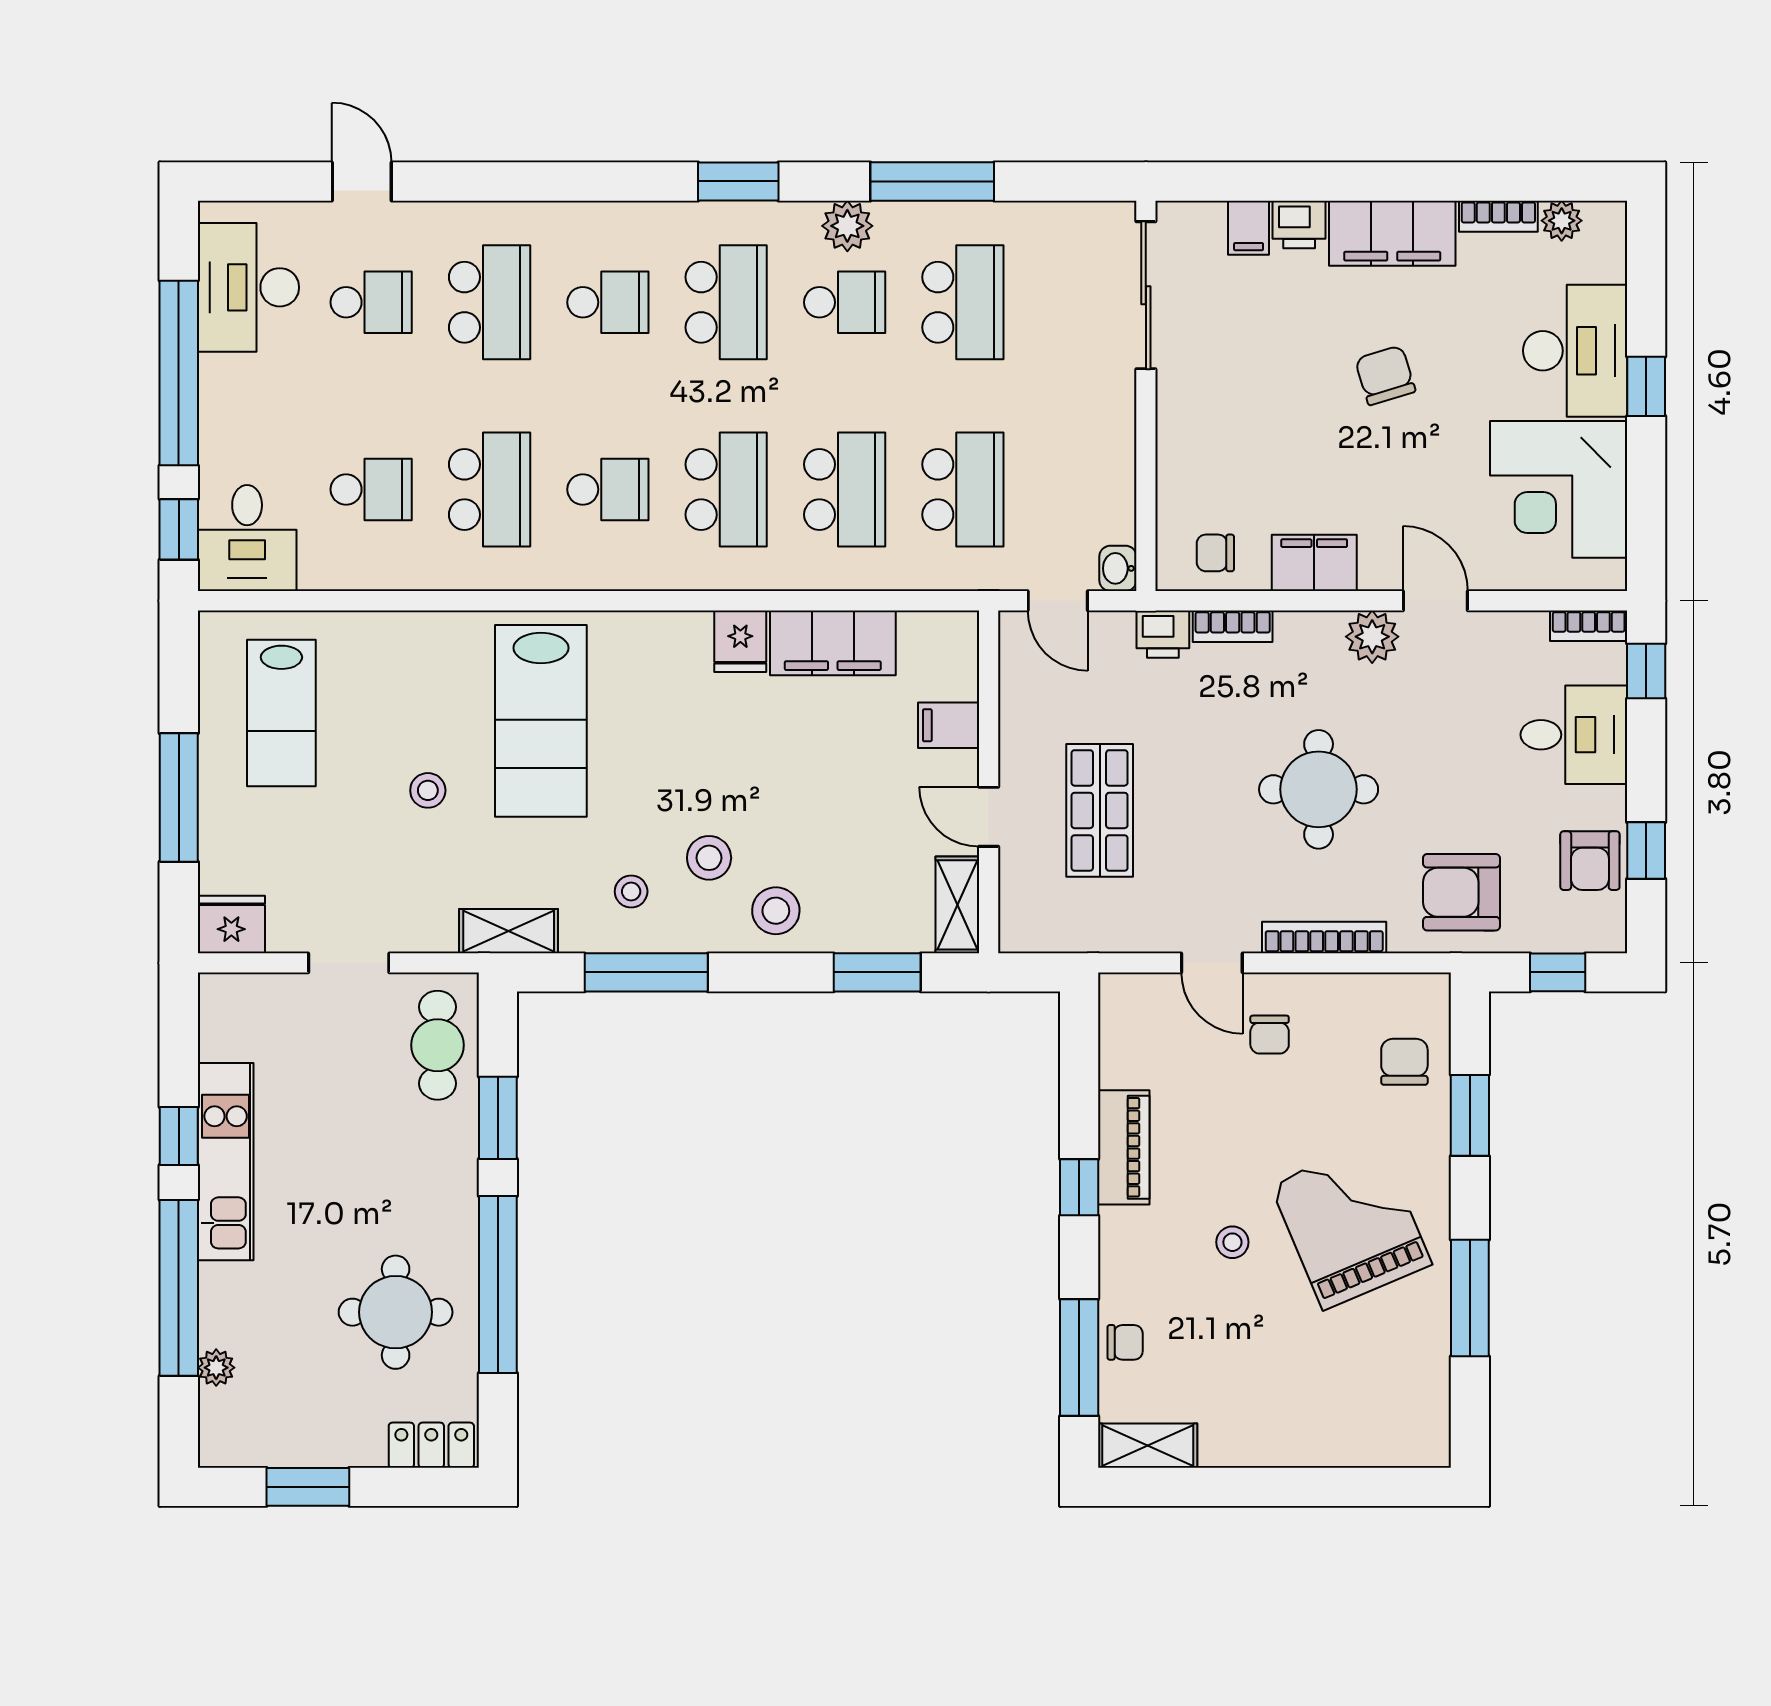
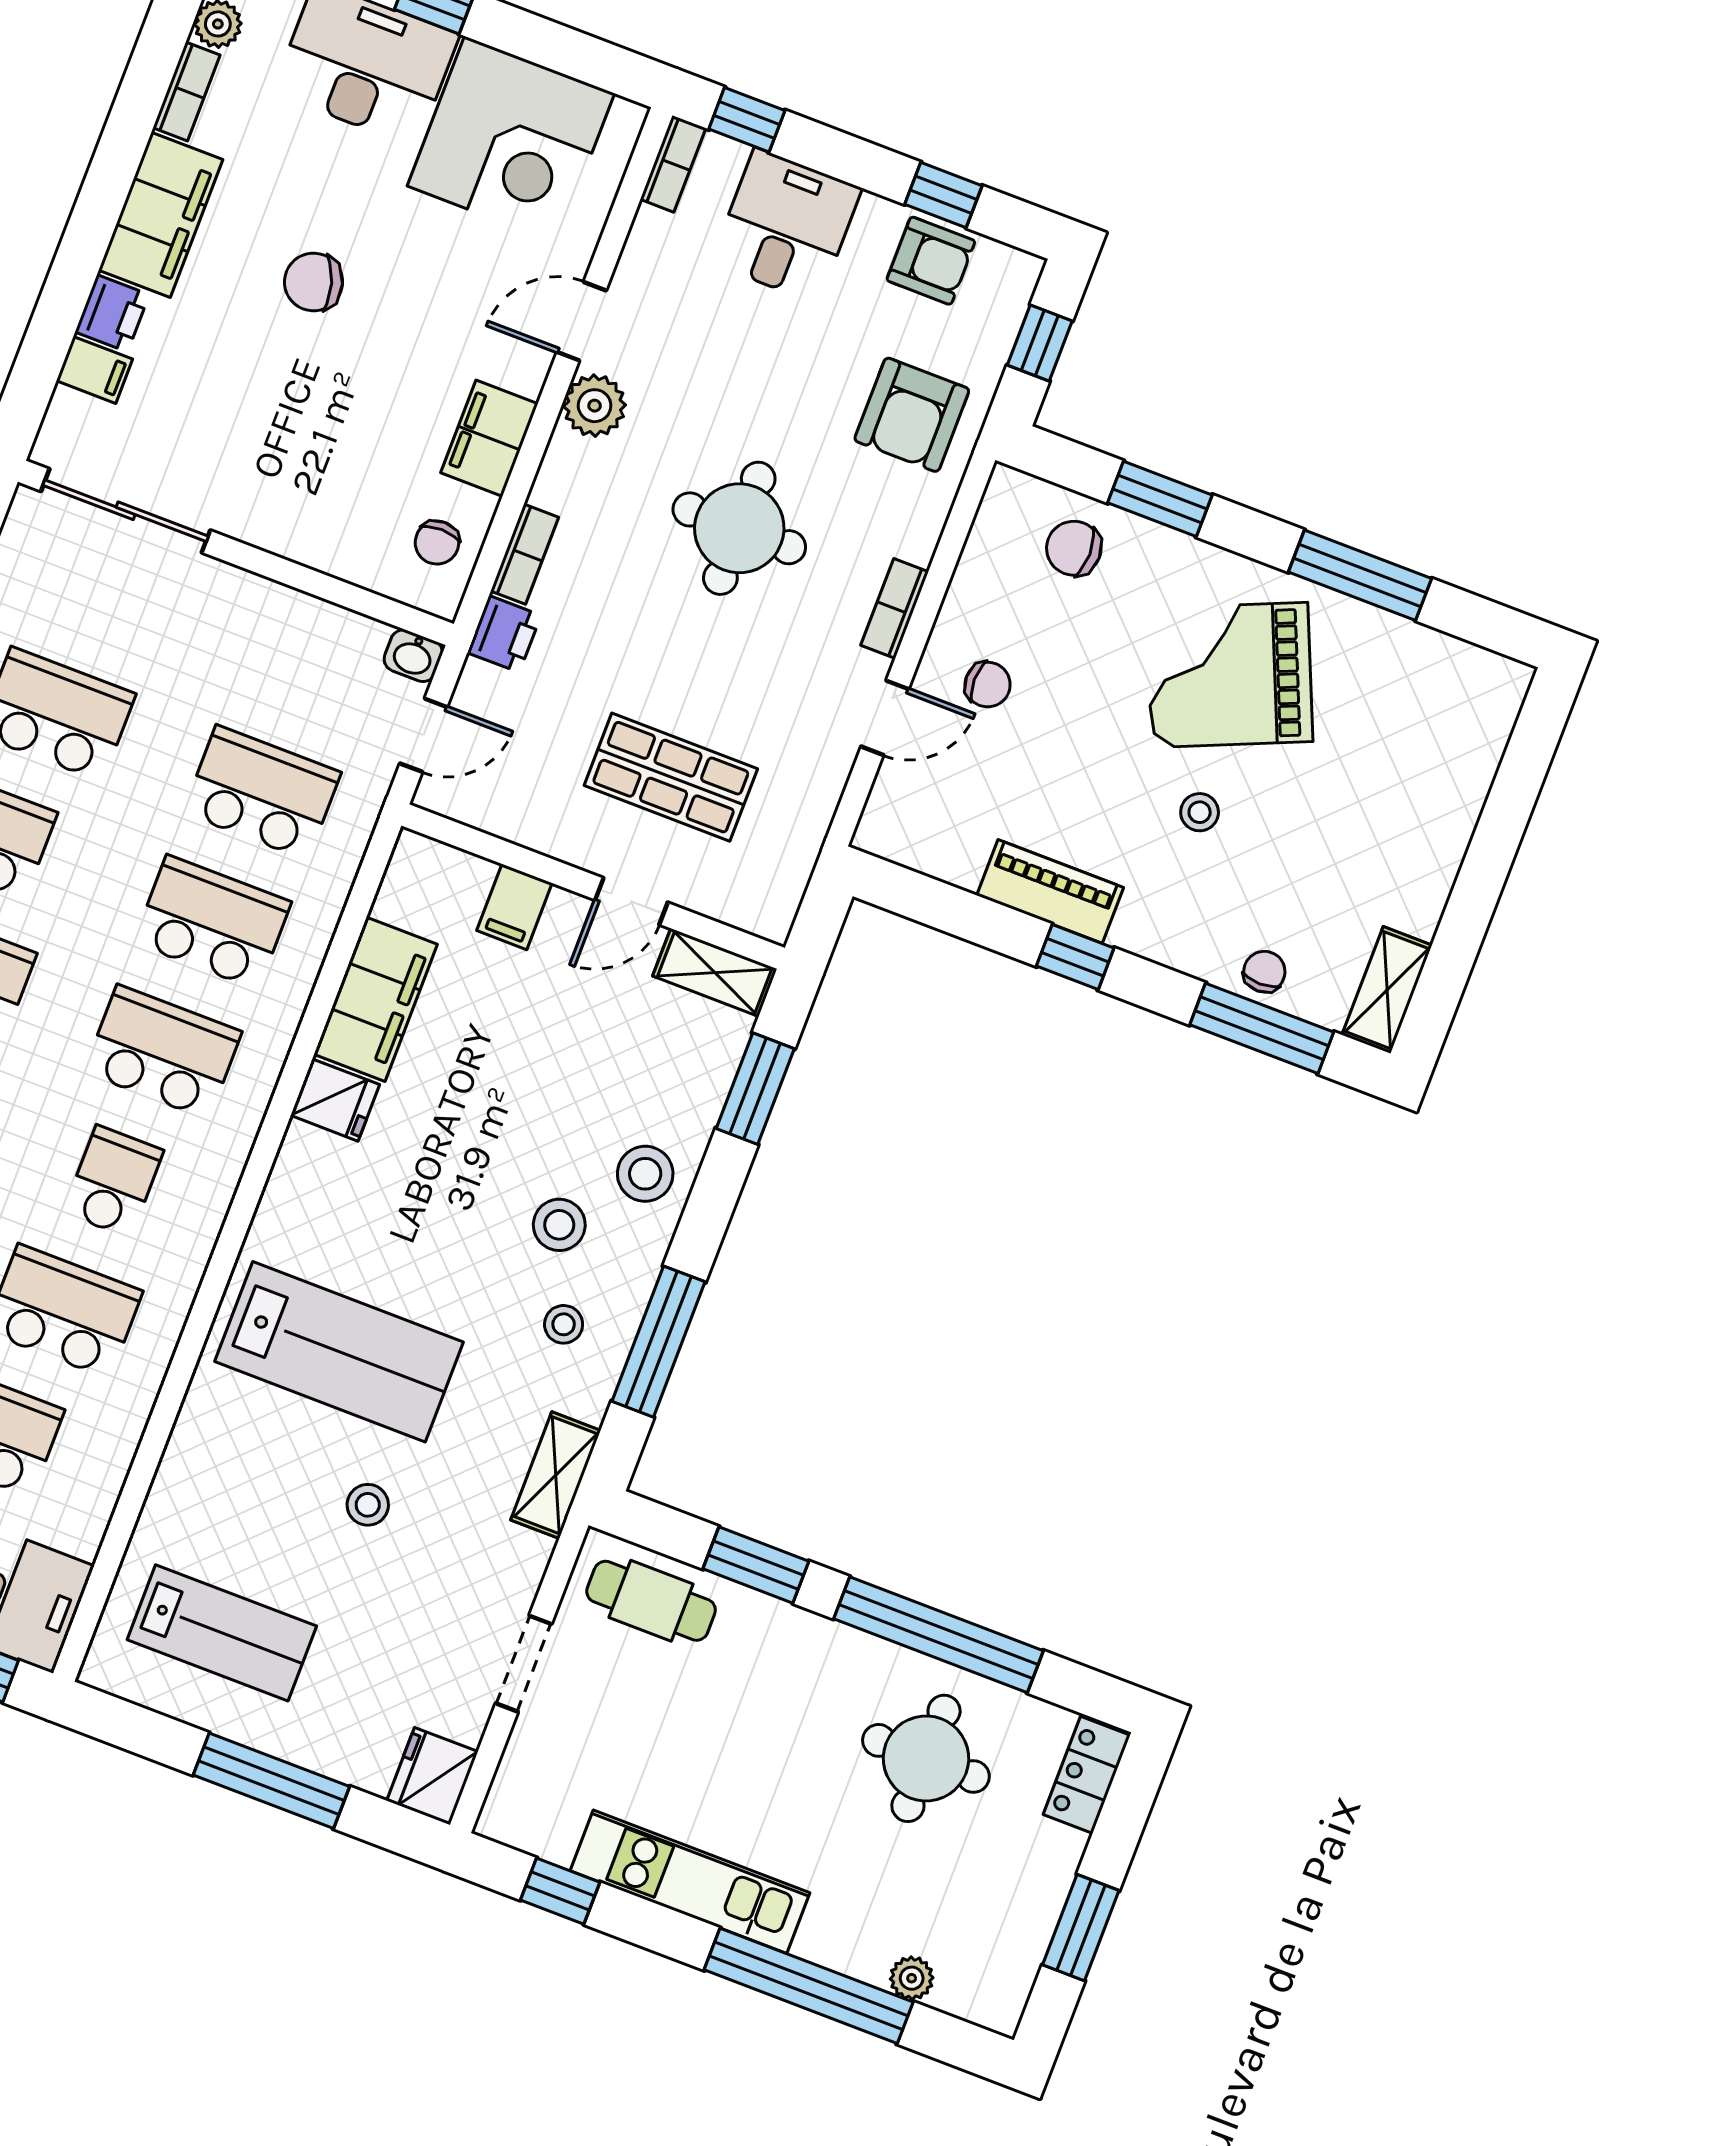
bookcase: (1324, 937) -> (895, 609), width x0.64
window: (179, 1136) -> (560, 1891), moved

